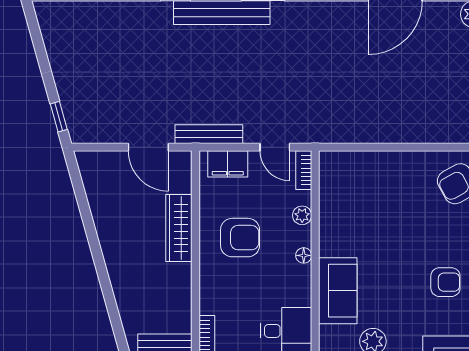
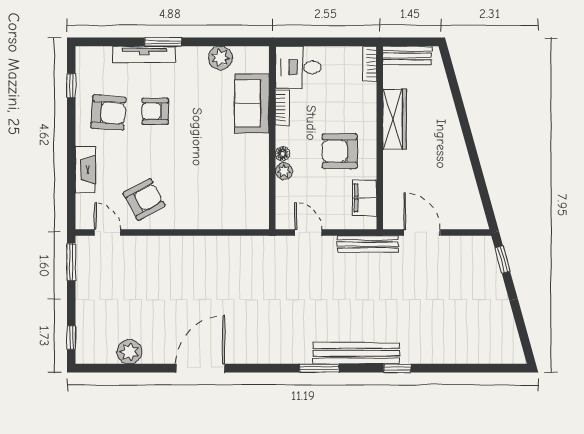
filing cabinet: (228, 164) -> (365, 198), moved, turned -90
bookcase: (304, 170) -> (283, 108), moved
wardrobe: (179, 228) -> (395, 119), moved
floor lamp: (304, 255) -> (283, 154), moved

